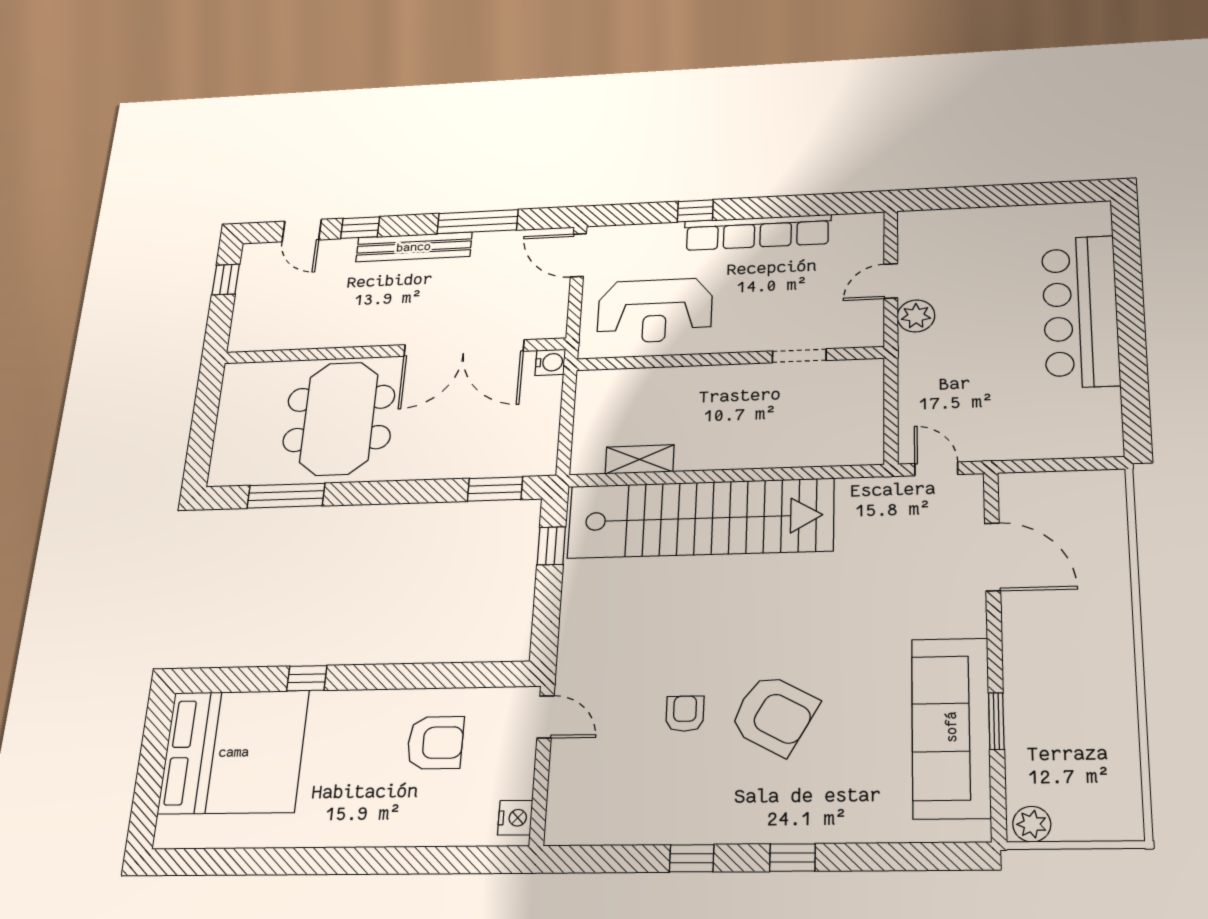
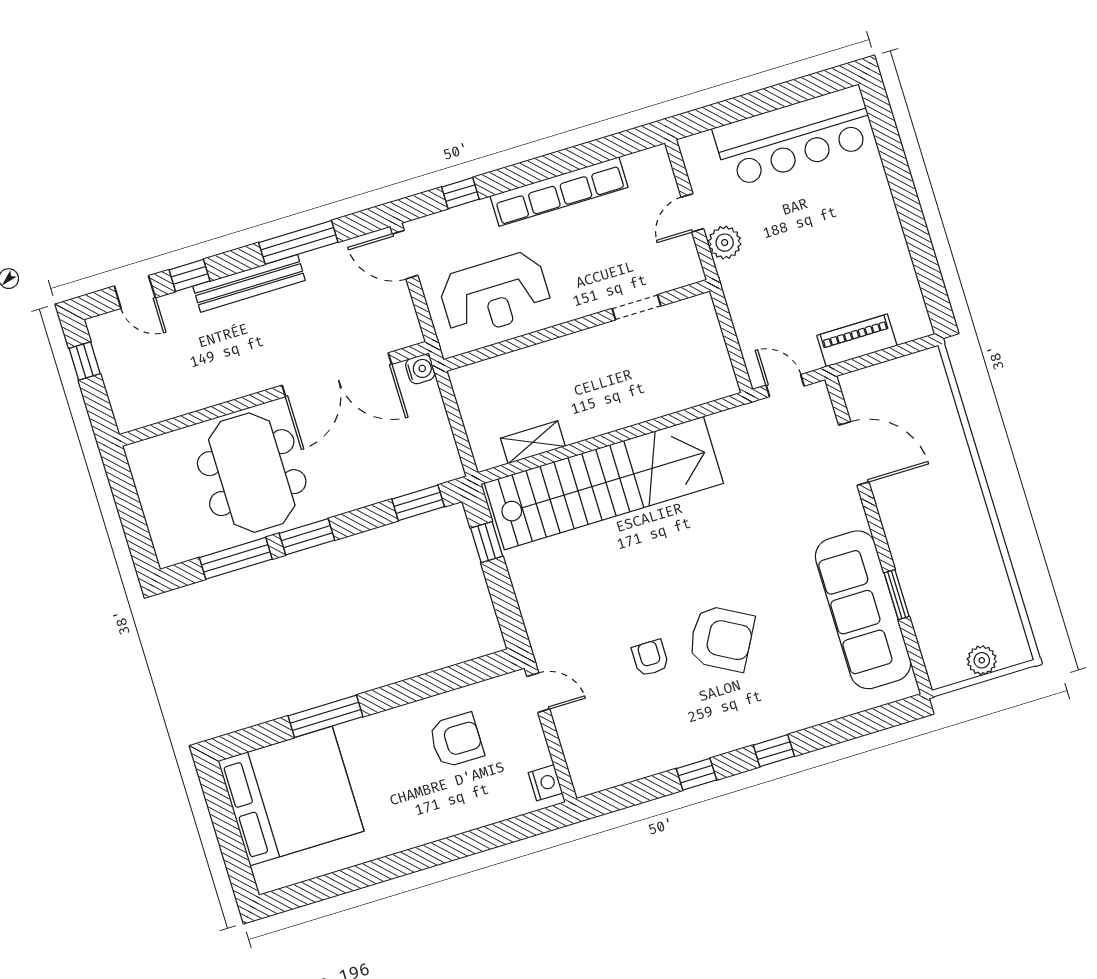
window: (695, 211) -> (460, 193), moved
bar counter: (1080, 311) -> (794, 136), moved, turned -90
piano: (1032, 443) -> (857, 341), added
window: (367, 493) -> (307, 537), added
window: (307, 678) -> (326, 716), width x2.17
plant: (1032, 824) -> (982, 660), moved

